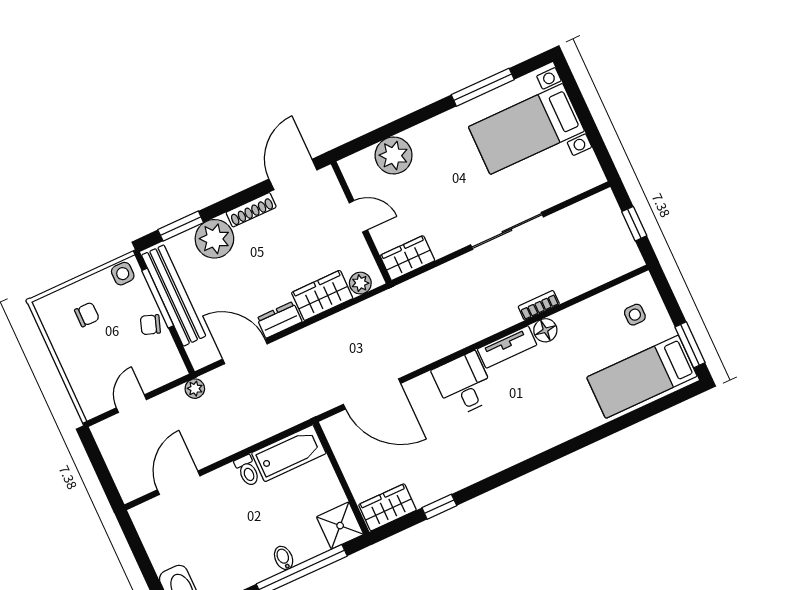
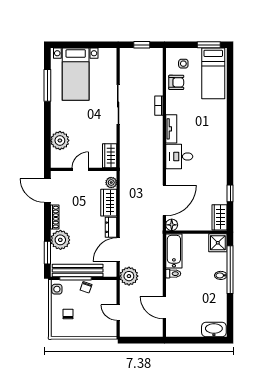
armchair: (595, 317) -> (176, 82), added
floor lamp: (545, 330) -> (172, 225), moved
plant: (195, 389) -> (129, 276), width x1.87, depth x1.87

